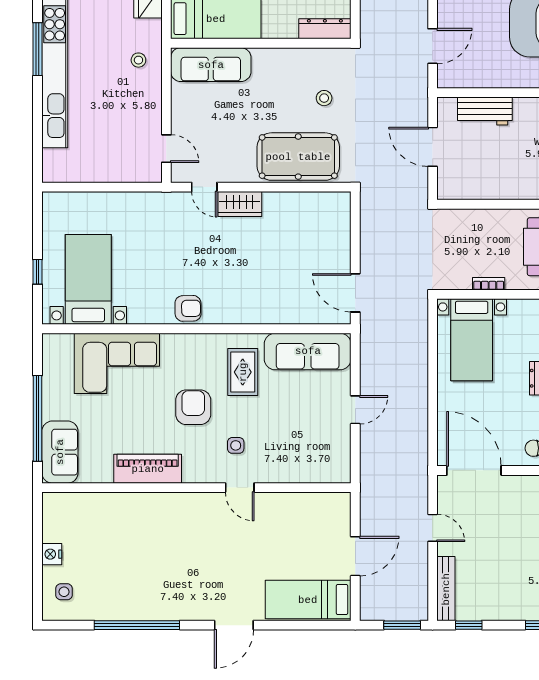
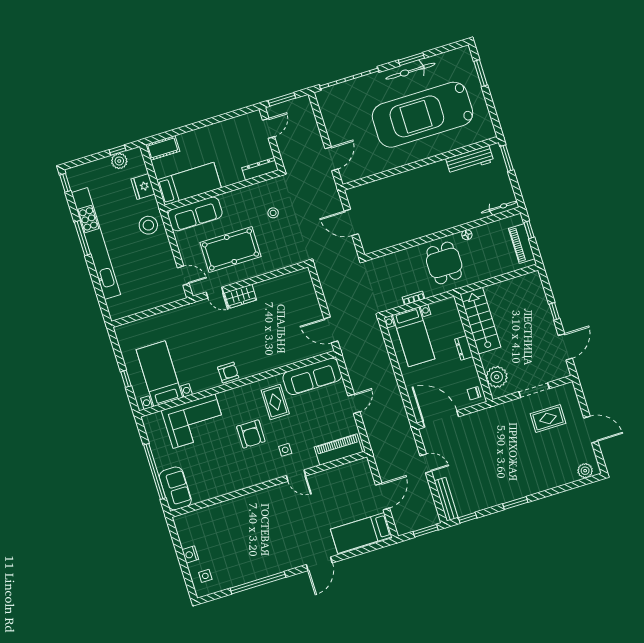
stool: (138, 60) -> (148, 225), width x1.89, depth x1.89
workbench: (485, 111) -> (377, 190), removed
pool table: (298, 157) -> (231, 249), moved
armchair: (193, 407) -> (251, 434), turned 180
piano: (148, 469) -> (338, 449), moved

